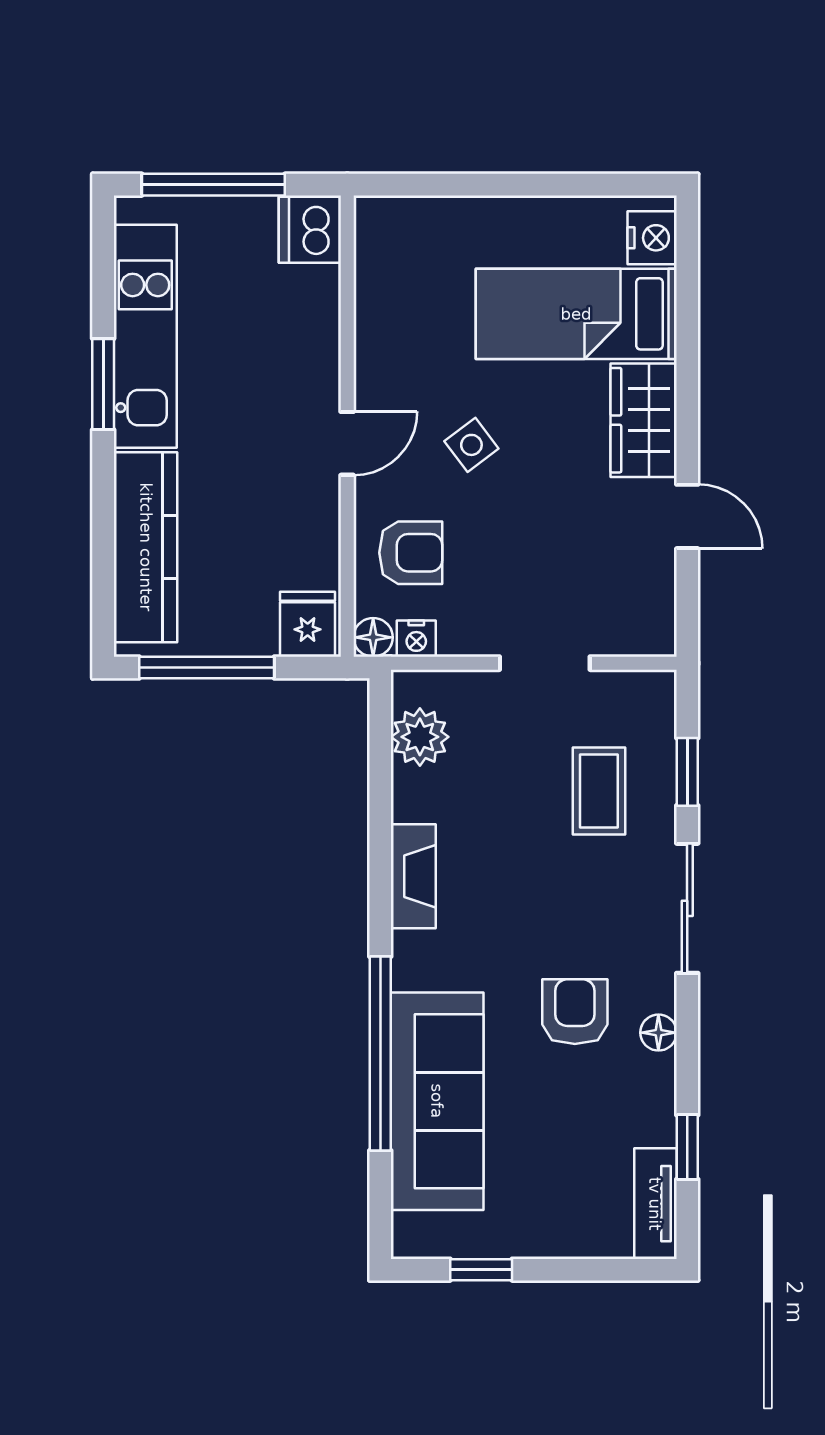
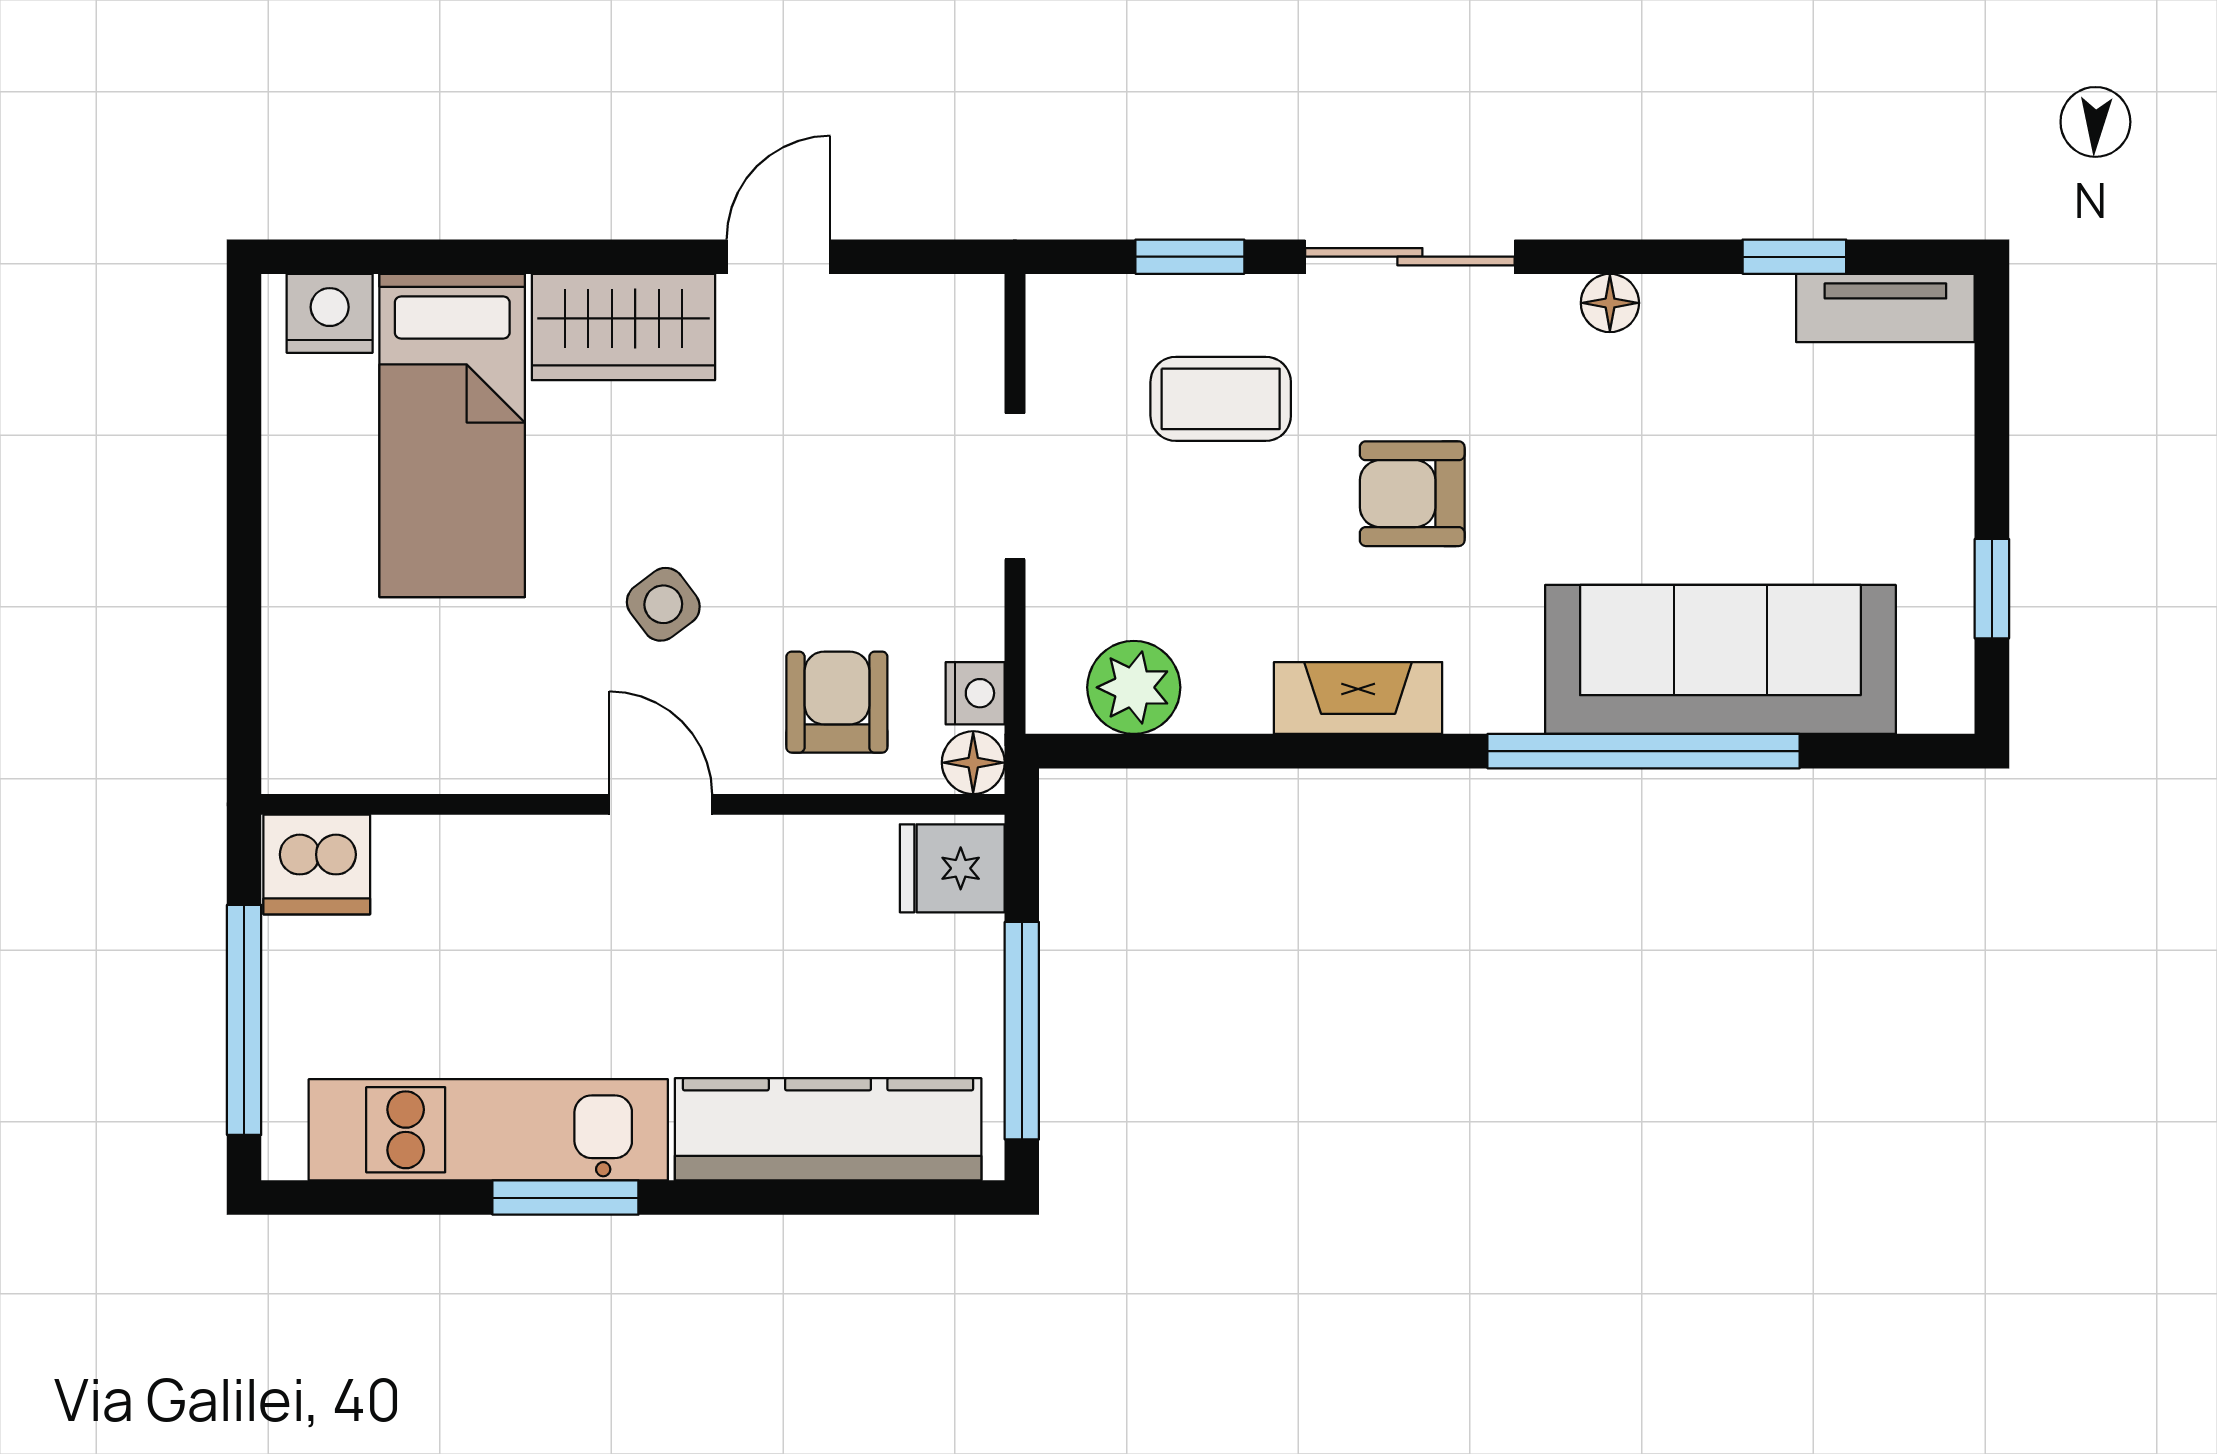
armchair: (575, 1012) -> (1412, 494), moved

